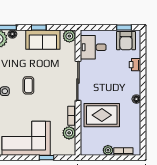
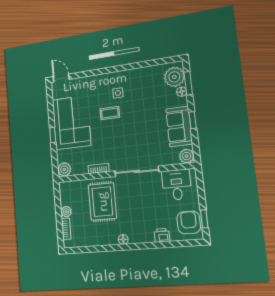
armchair: (126, 41) -> (189, 222), turned 90
coffee table: (28, 85) -> (110, 113), moved
plant: (69, 133) -> (64, 169), moved
window: (47, 158) -> (53, 135), moved

